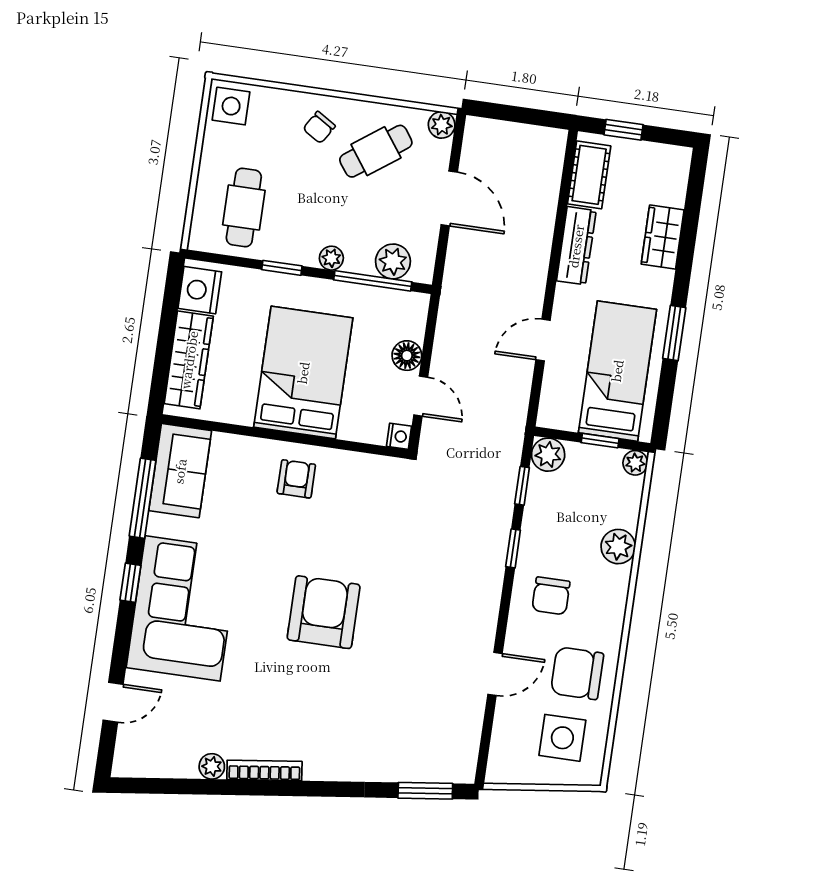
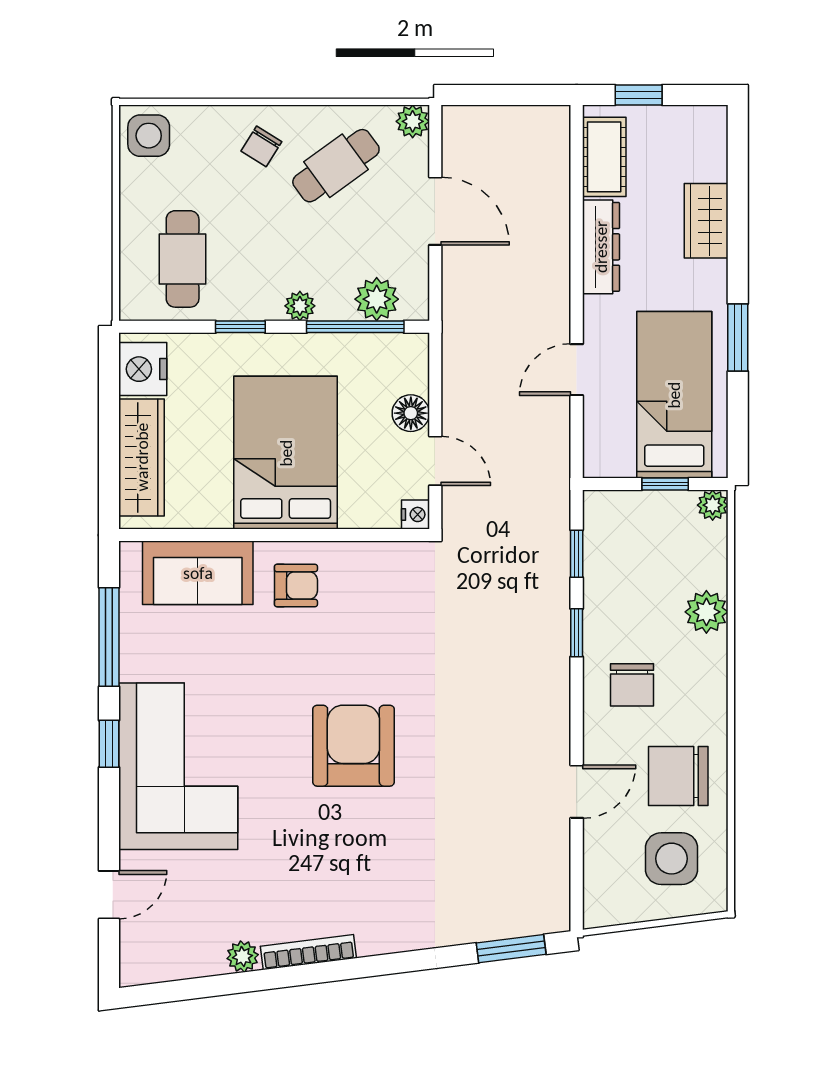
plant: (548, 455) -> (603, 511), removed
sofa: (180, 471) -> (198, 573), moved, turned 90
armchair: (296, 479) -> (296, 585), turned 90

